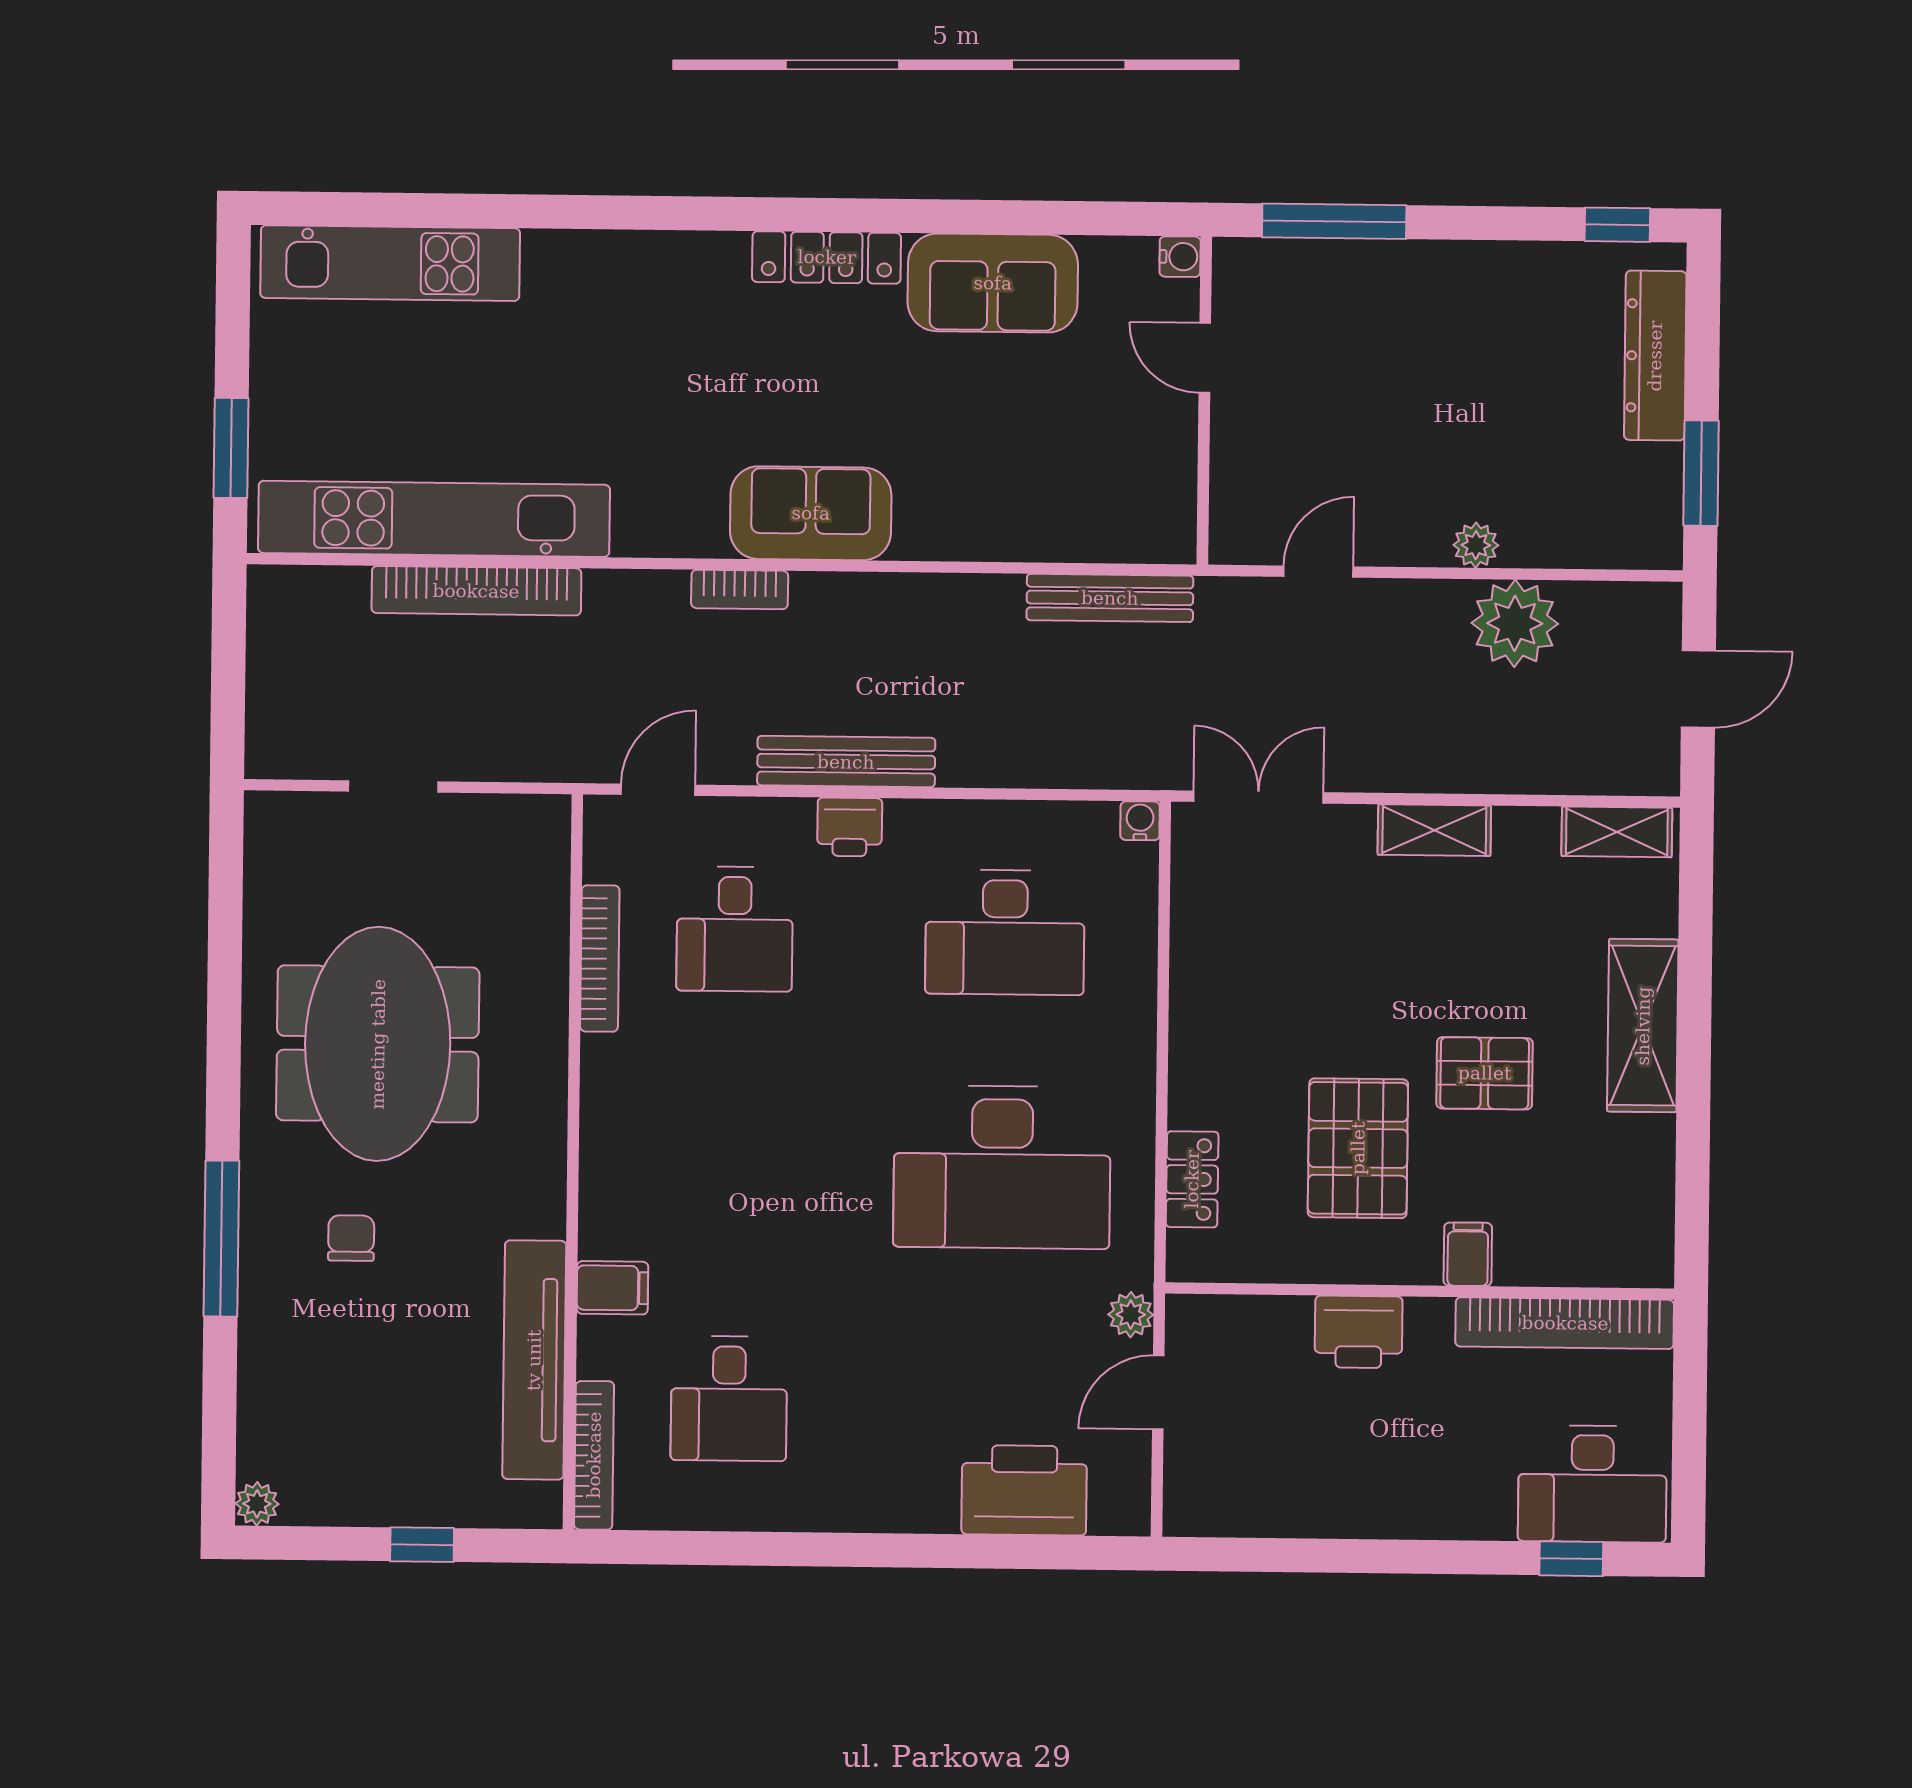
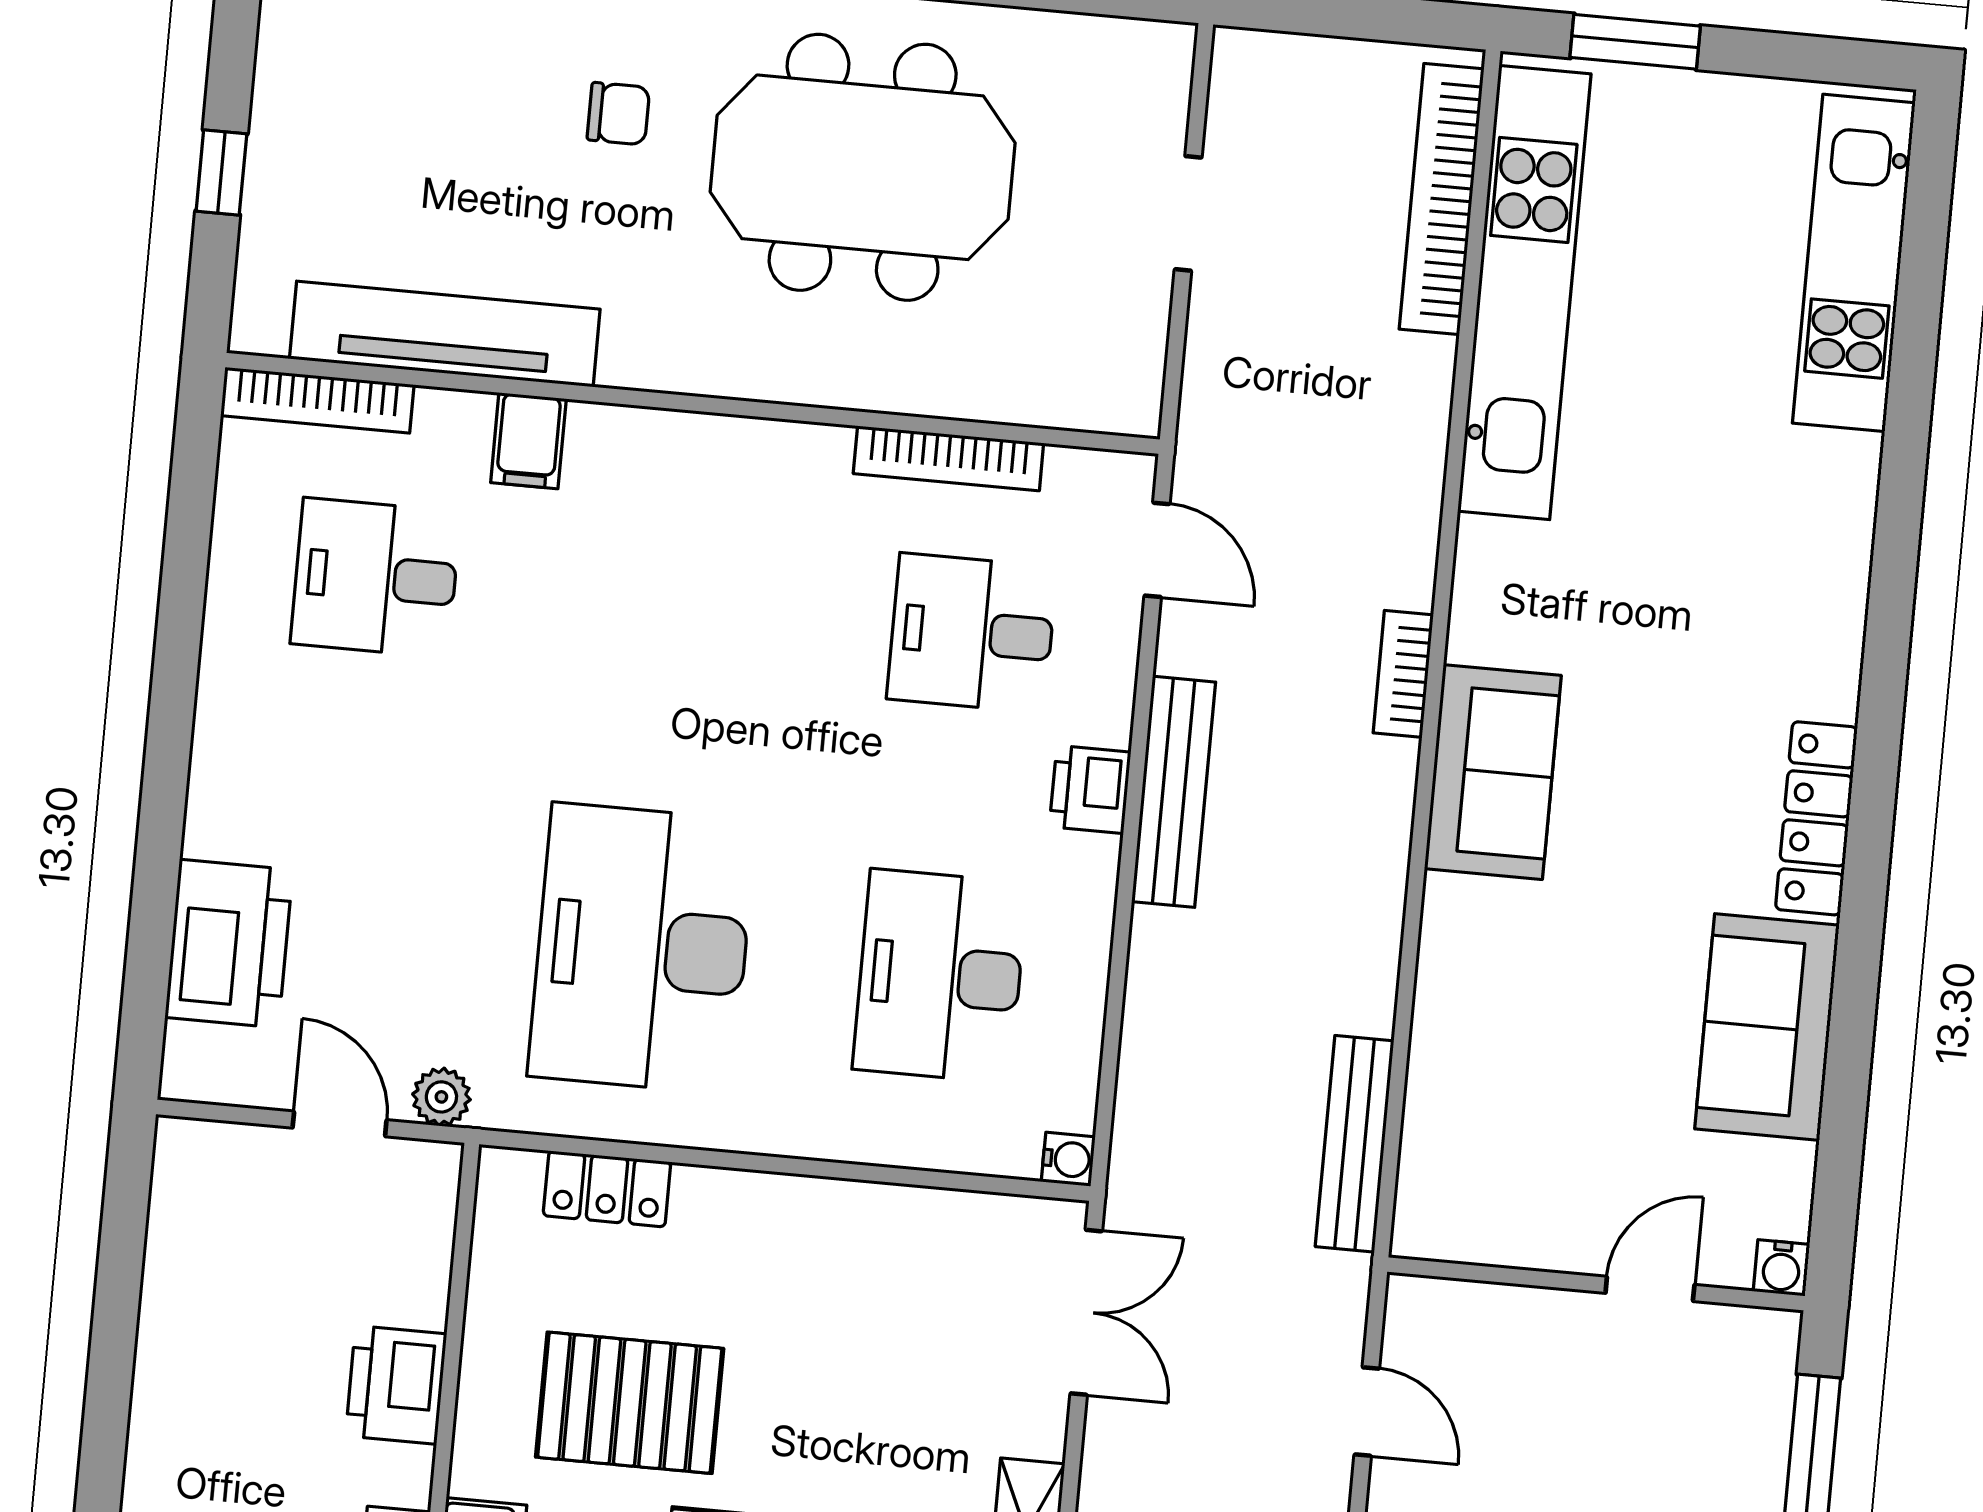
bookcase: (476, 591) -> (1442, 199), moved

